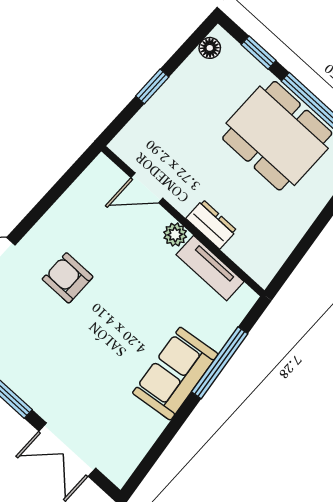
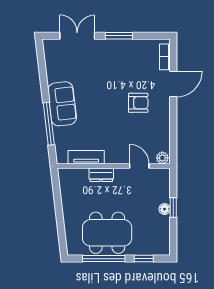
floor lamp: (210, 48) -> (165, 209), moved
door: (147, 188) -> (139, 166), hinge flipped
plant: (175, 235) -> (162, 158), moved

